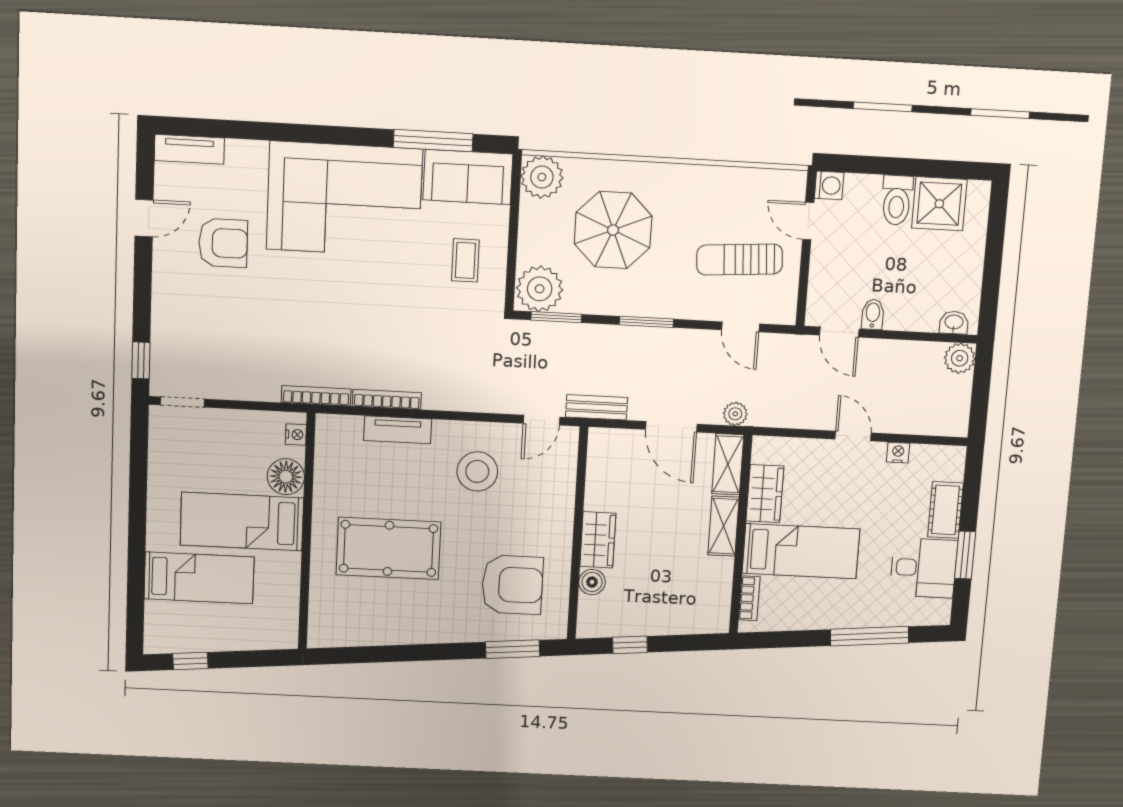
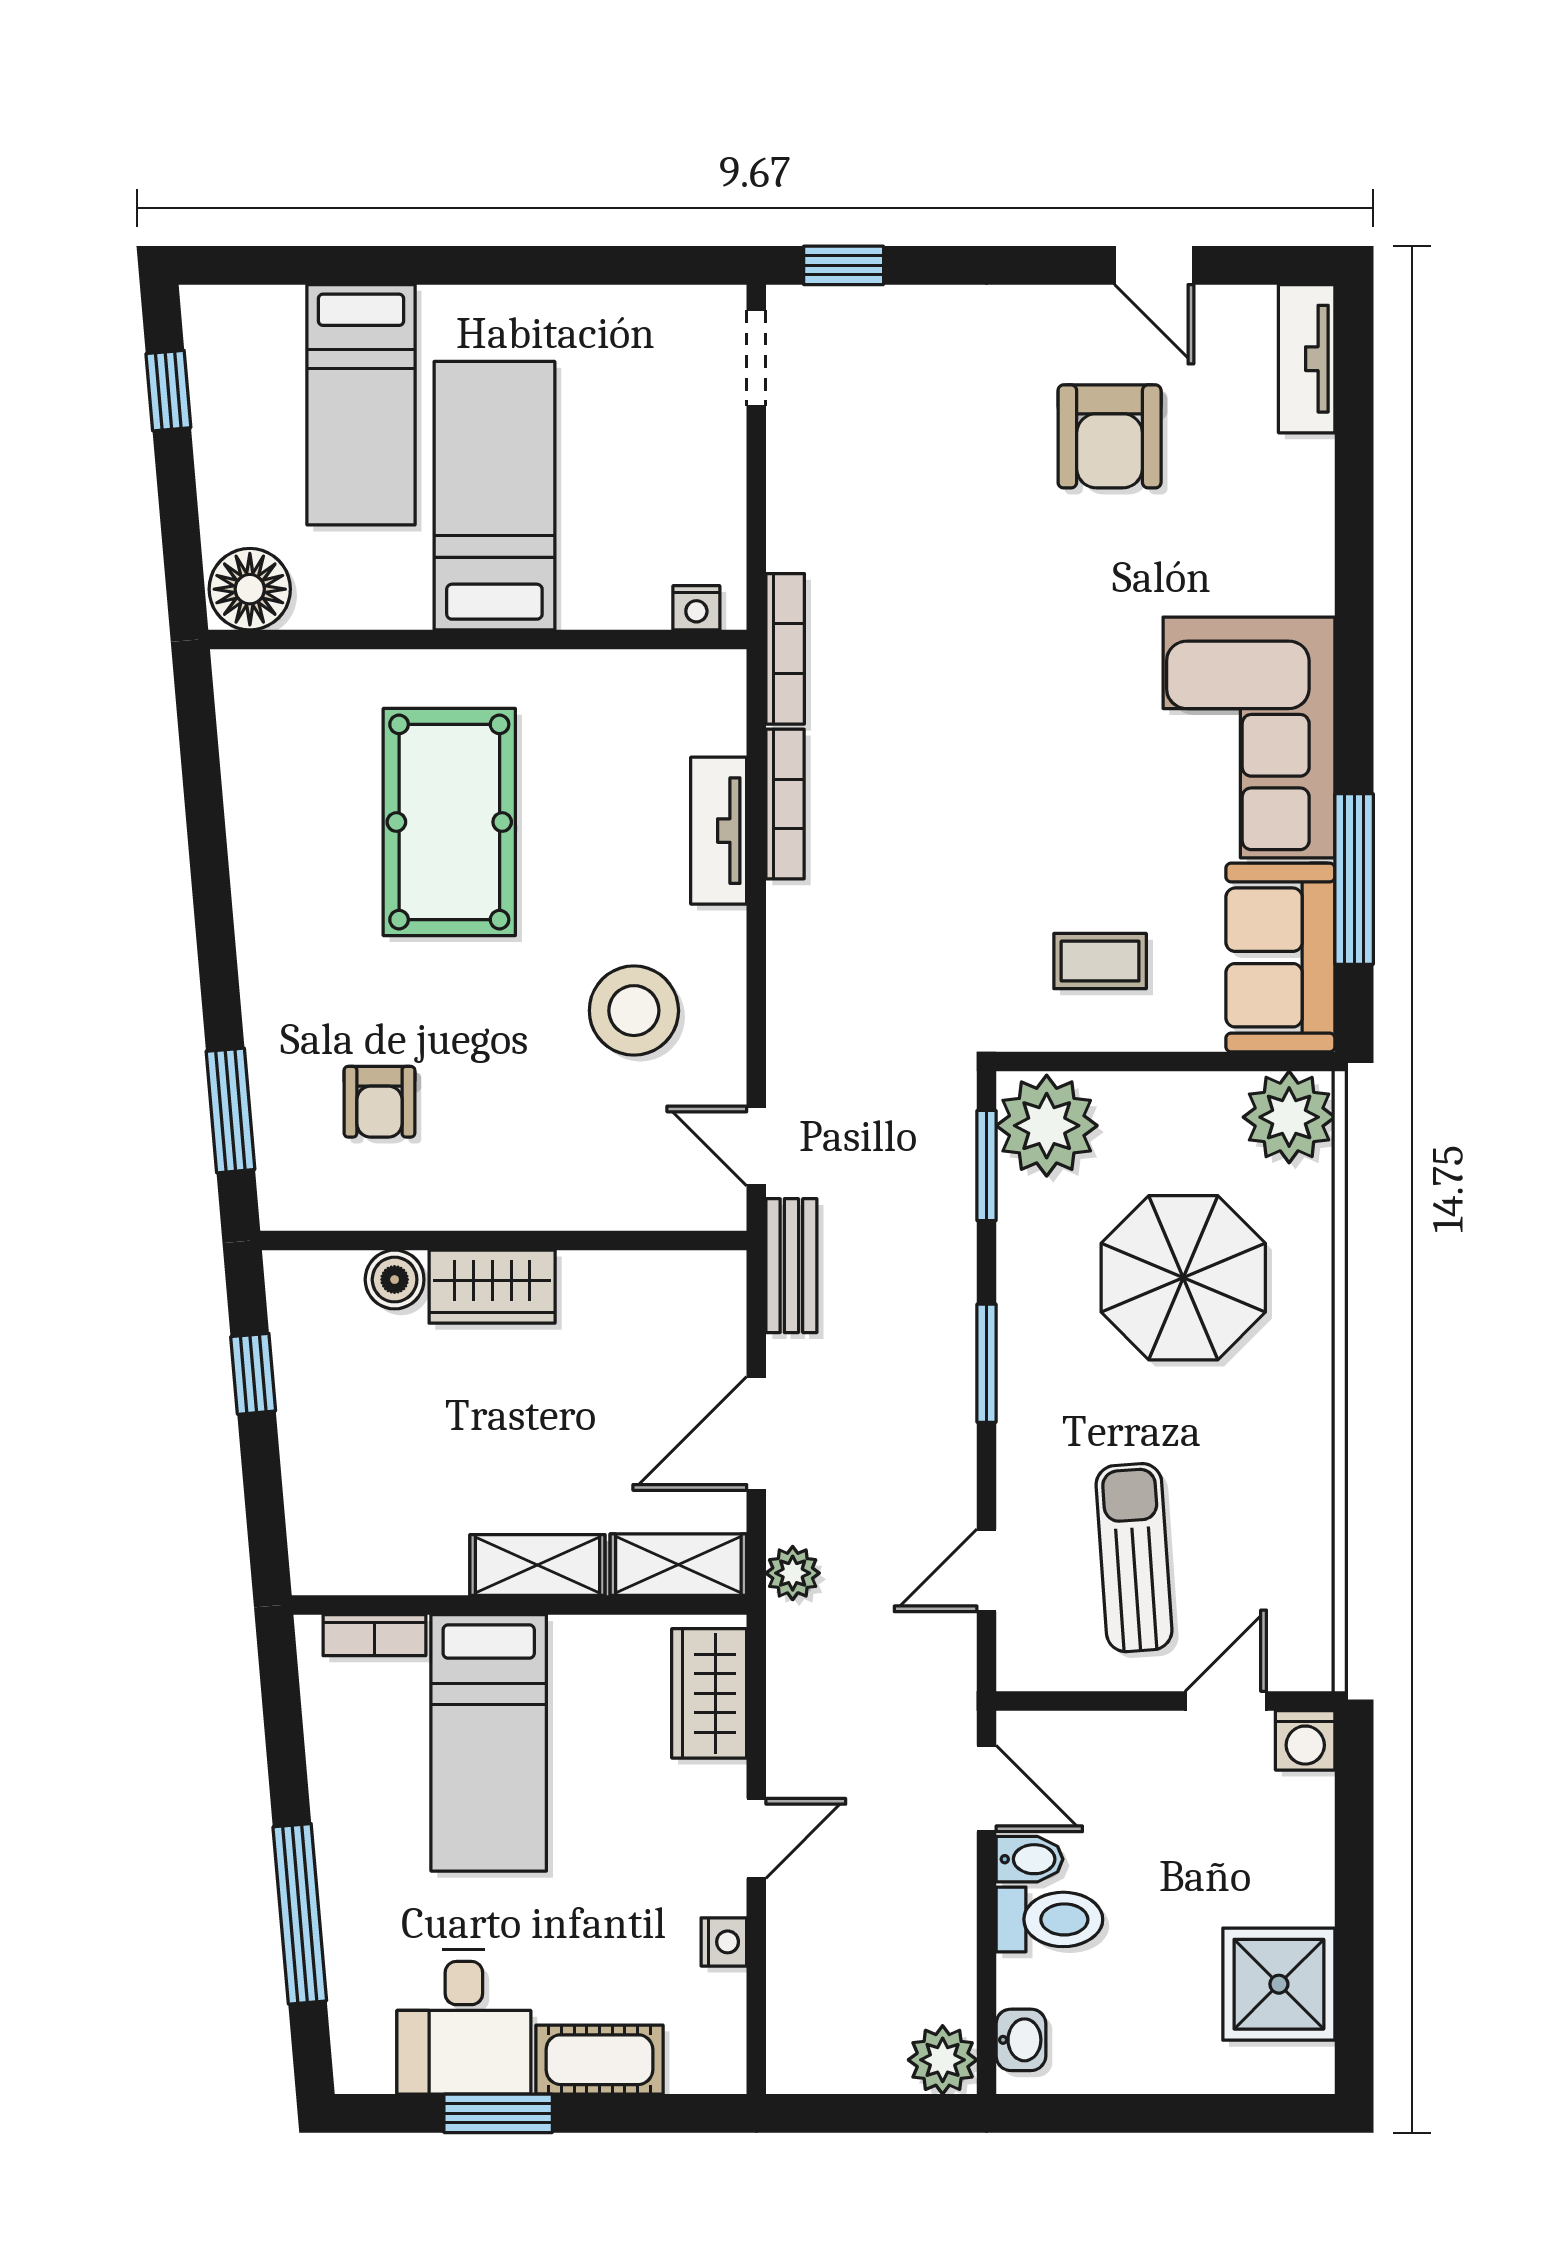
corner sofa: (344, 199) -> (1249, 737), width x0.73, depth x0.74
toilet: (897, 200) -> (1049, 1919), moved, turned 180
door: (839, 332) -> (986, 1789), swing flipped
floor lamp: (286, 477) -> (250, 589), moved
wardrobe: (765, 494) -> (709, 1693), moved, turned 90
armchair: (512, 585) -> (379, 1102), width x0.53, depth x0.53

